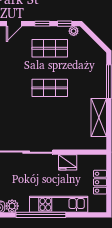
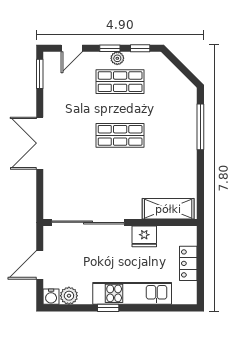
plant: (74, 31) -> (117, 58), moved
shelving: (99, 118) -> (168, 209), moved, turned 90
window: (41, 215) -> (108, 308), width x0.32

